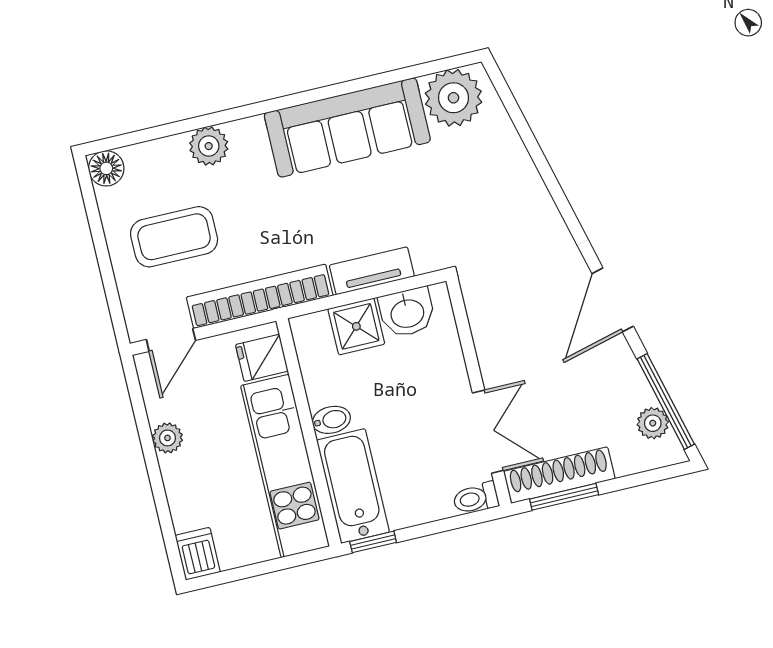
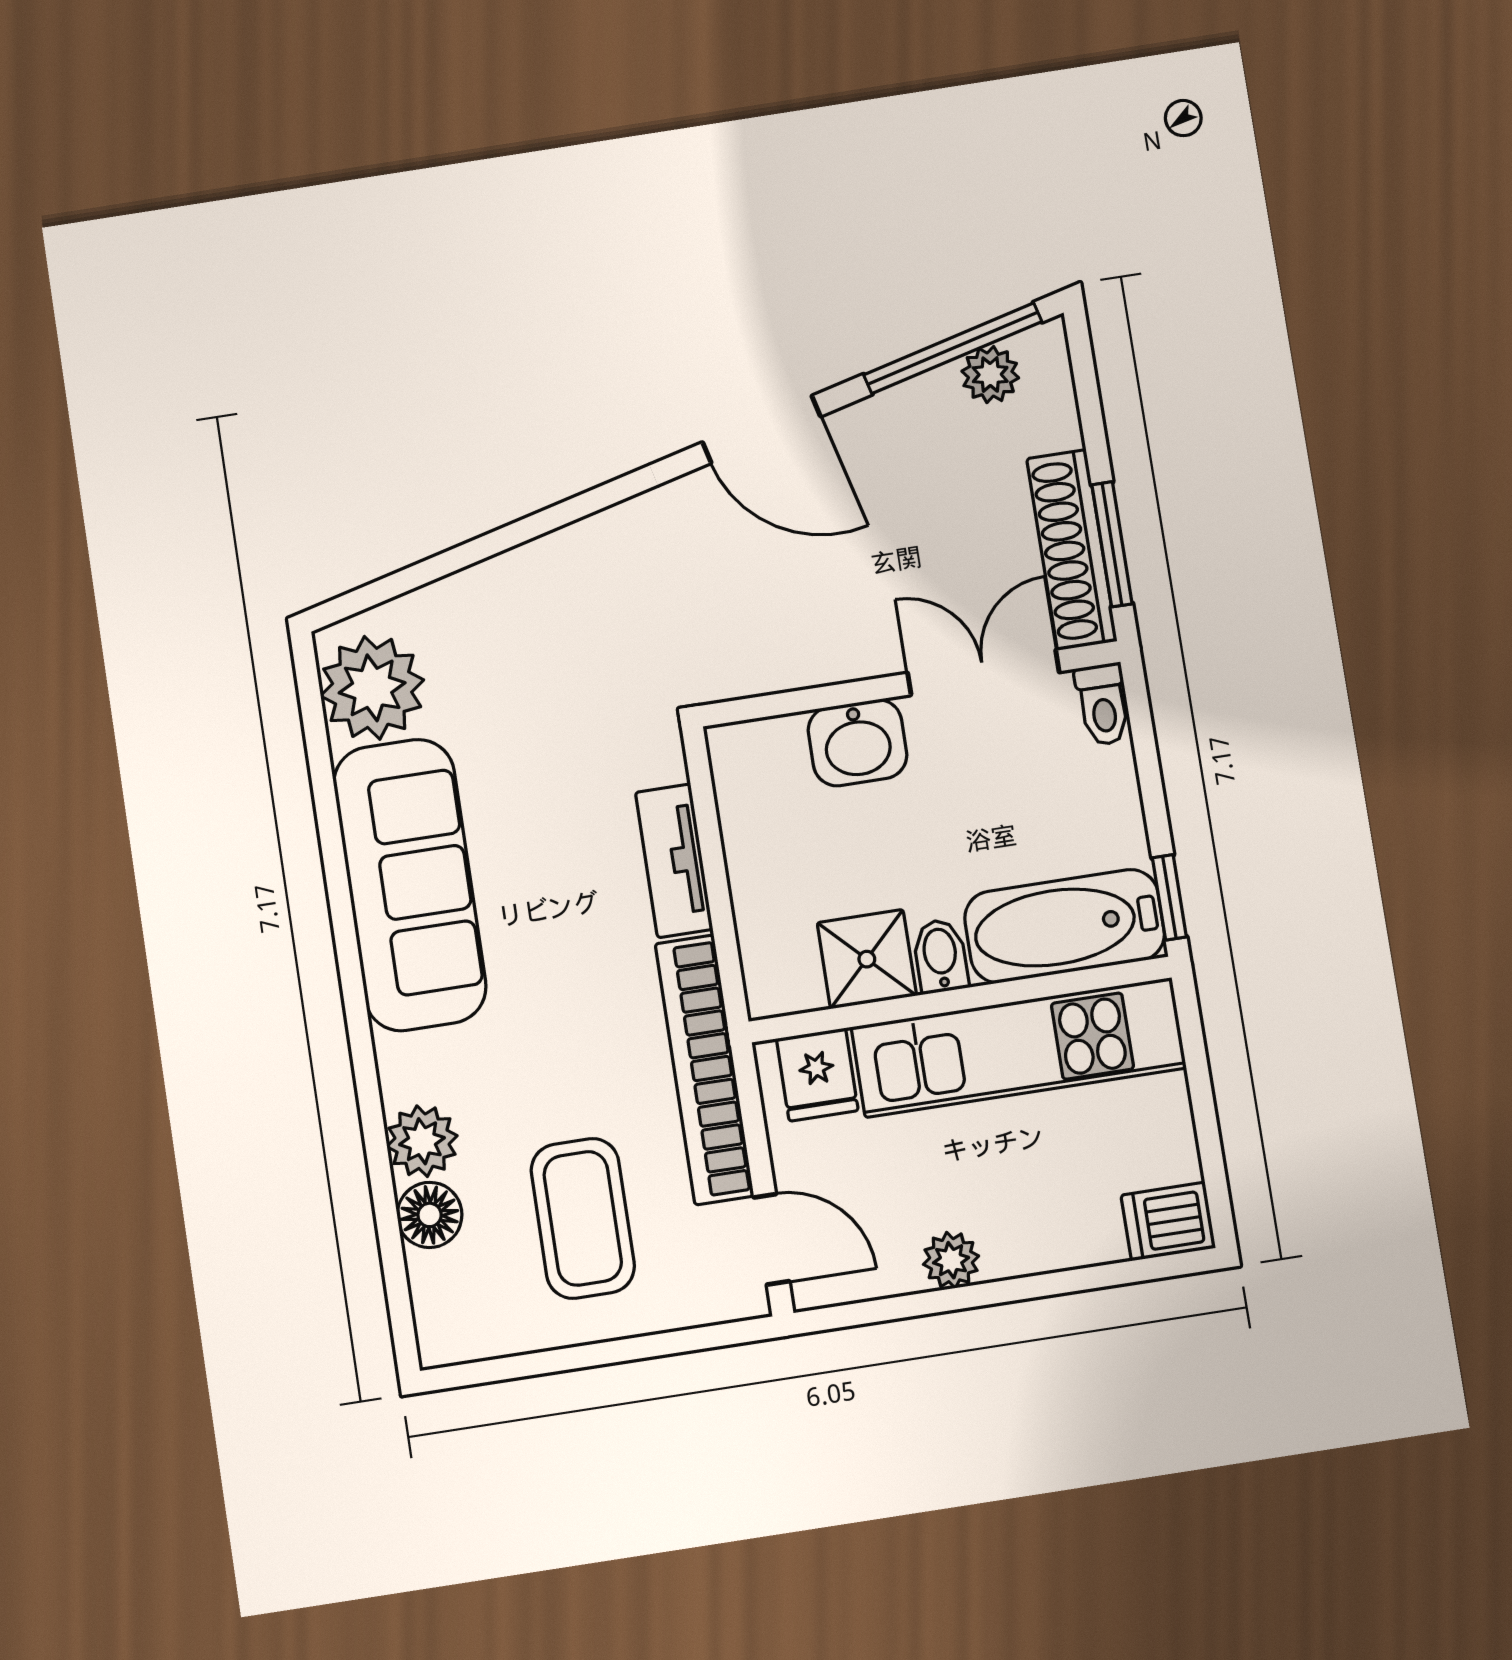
floor lamp: (106, 168) -> (430, 1215), moved
washbasin: (407, 312) -> (857, 743), moved, turned 90
shower: (356, 326) -> (867, 959), moved

